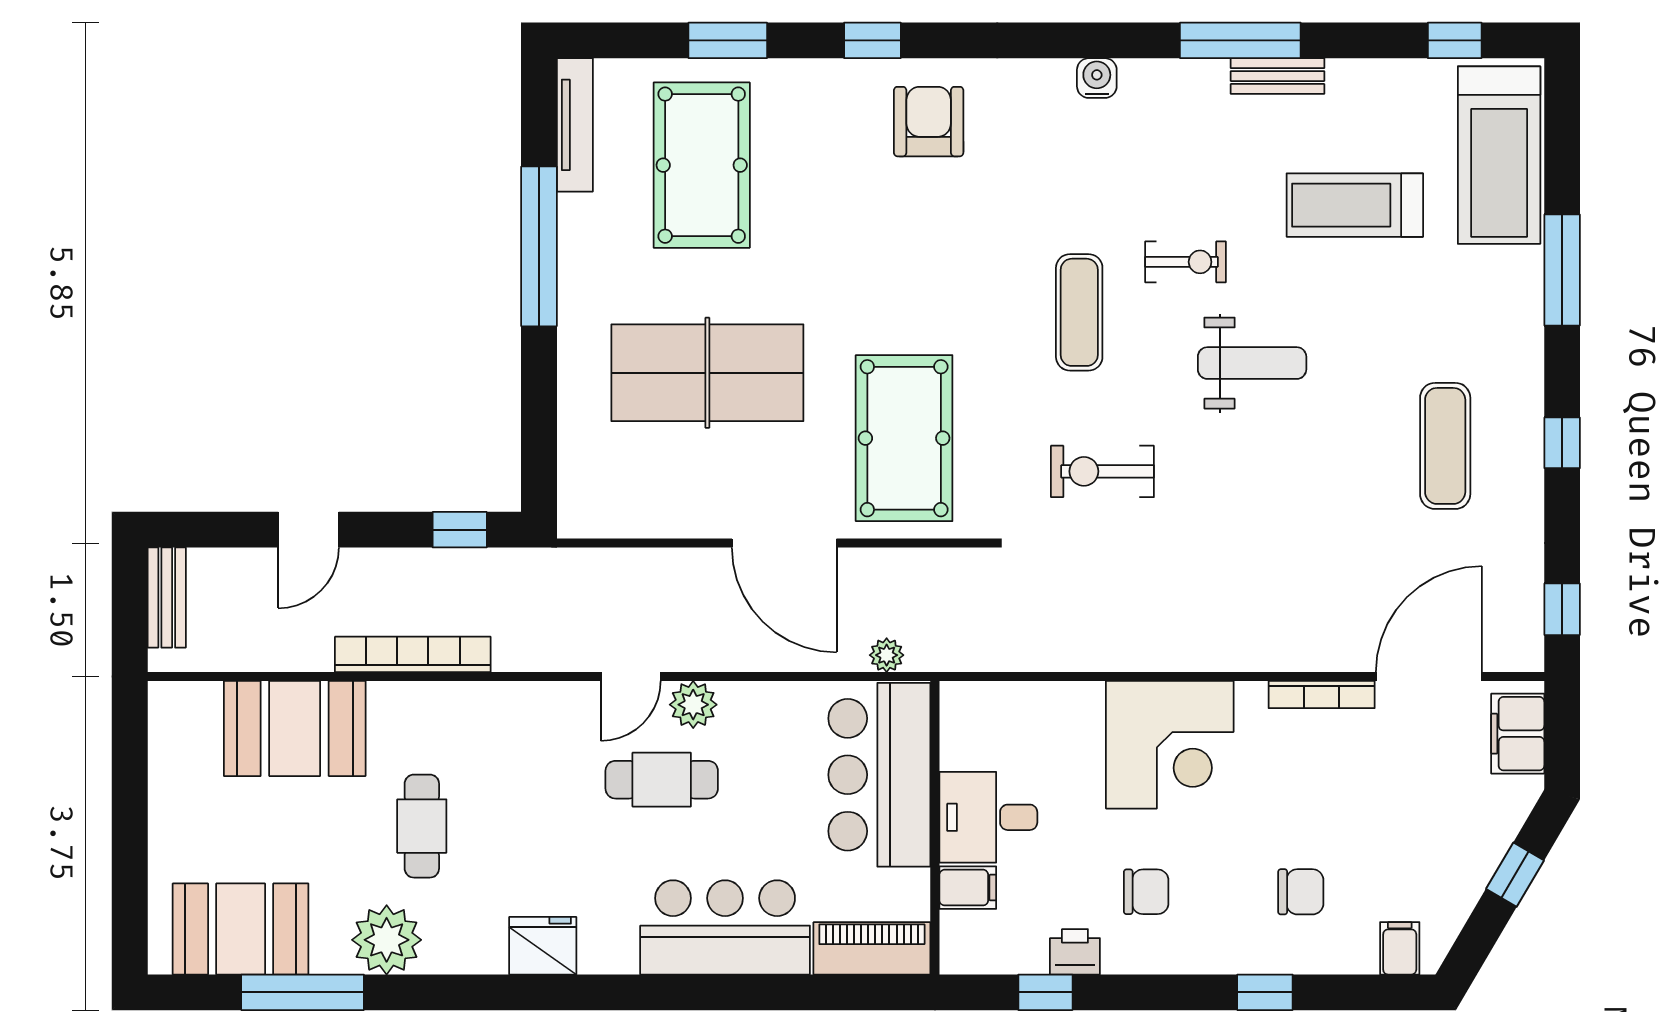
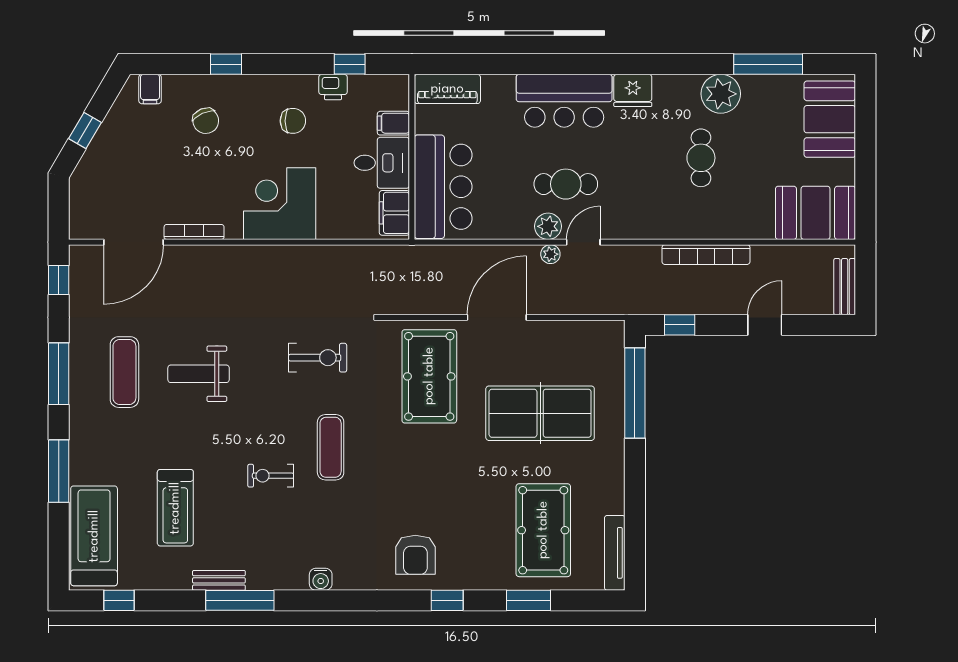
treadmill: (1355, 205) -> (175, 508), turned 90
window: (539, 246) -> (635, 393), moved
weight bench: (1252, 363) -> (199, 374), moved
window: (1562, 443) -> (59, 374), width x2.17
door: (784, 543) -> (497, 317), hinge flipped
plant: (887, 655) -> (550, 254), moved
booth: (295, 729) -> (816, 213), moved
filing cabinet: (1518, 734) -> (394, 213), moved, turned 180
chair: (1146, 892) -> (293, 121), turned 180
chair: (1301, 892) -> (206, 121), turned -114
bar counter: (725, 927) -> (564, 101), moved
booth: (241, 929) -> (830, 119), moved, turned 90

